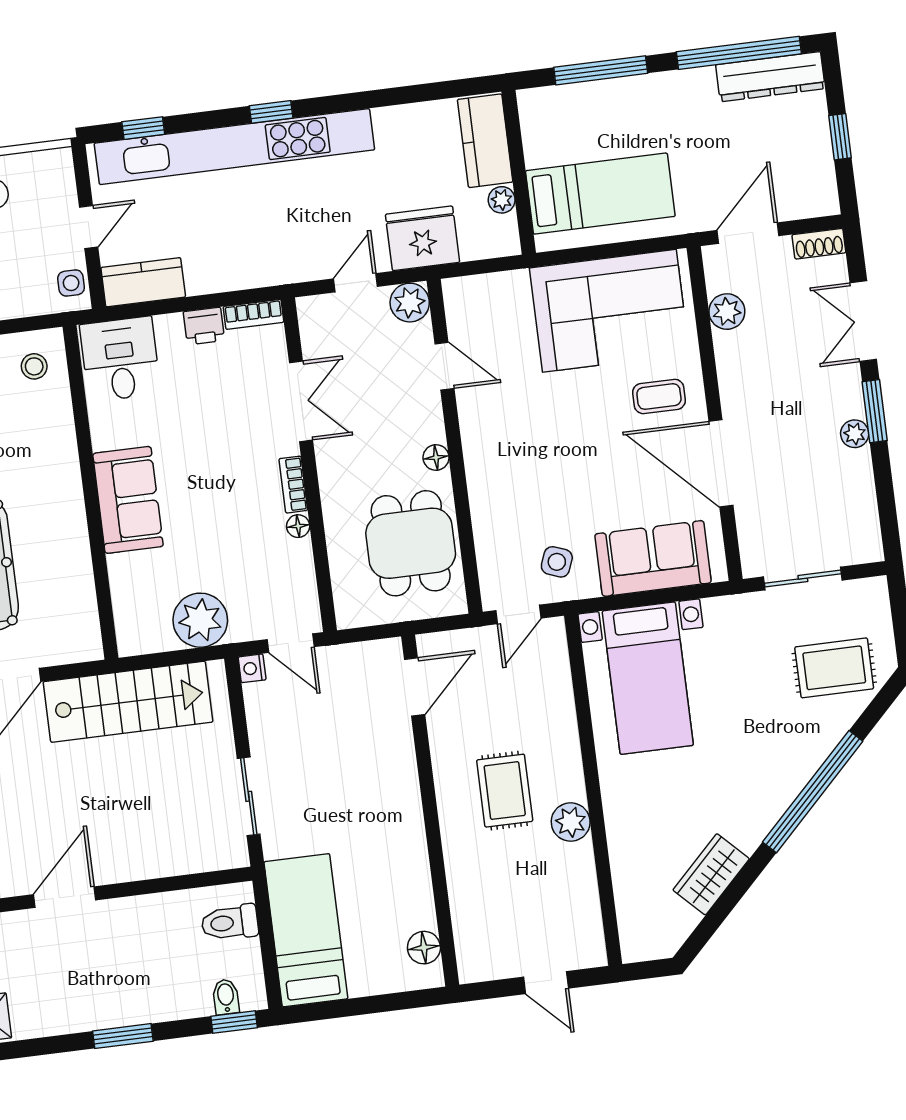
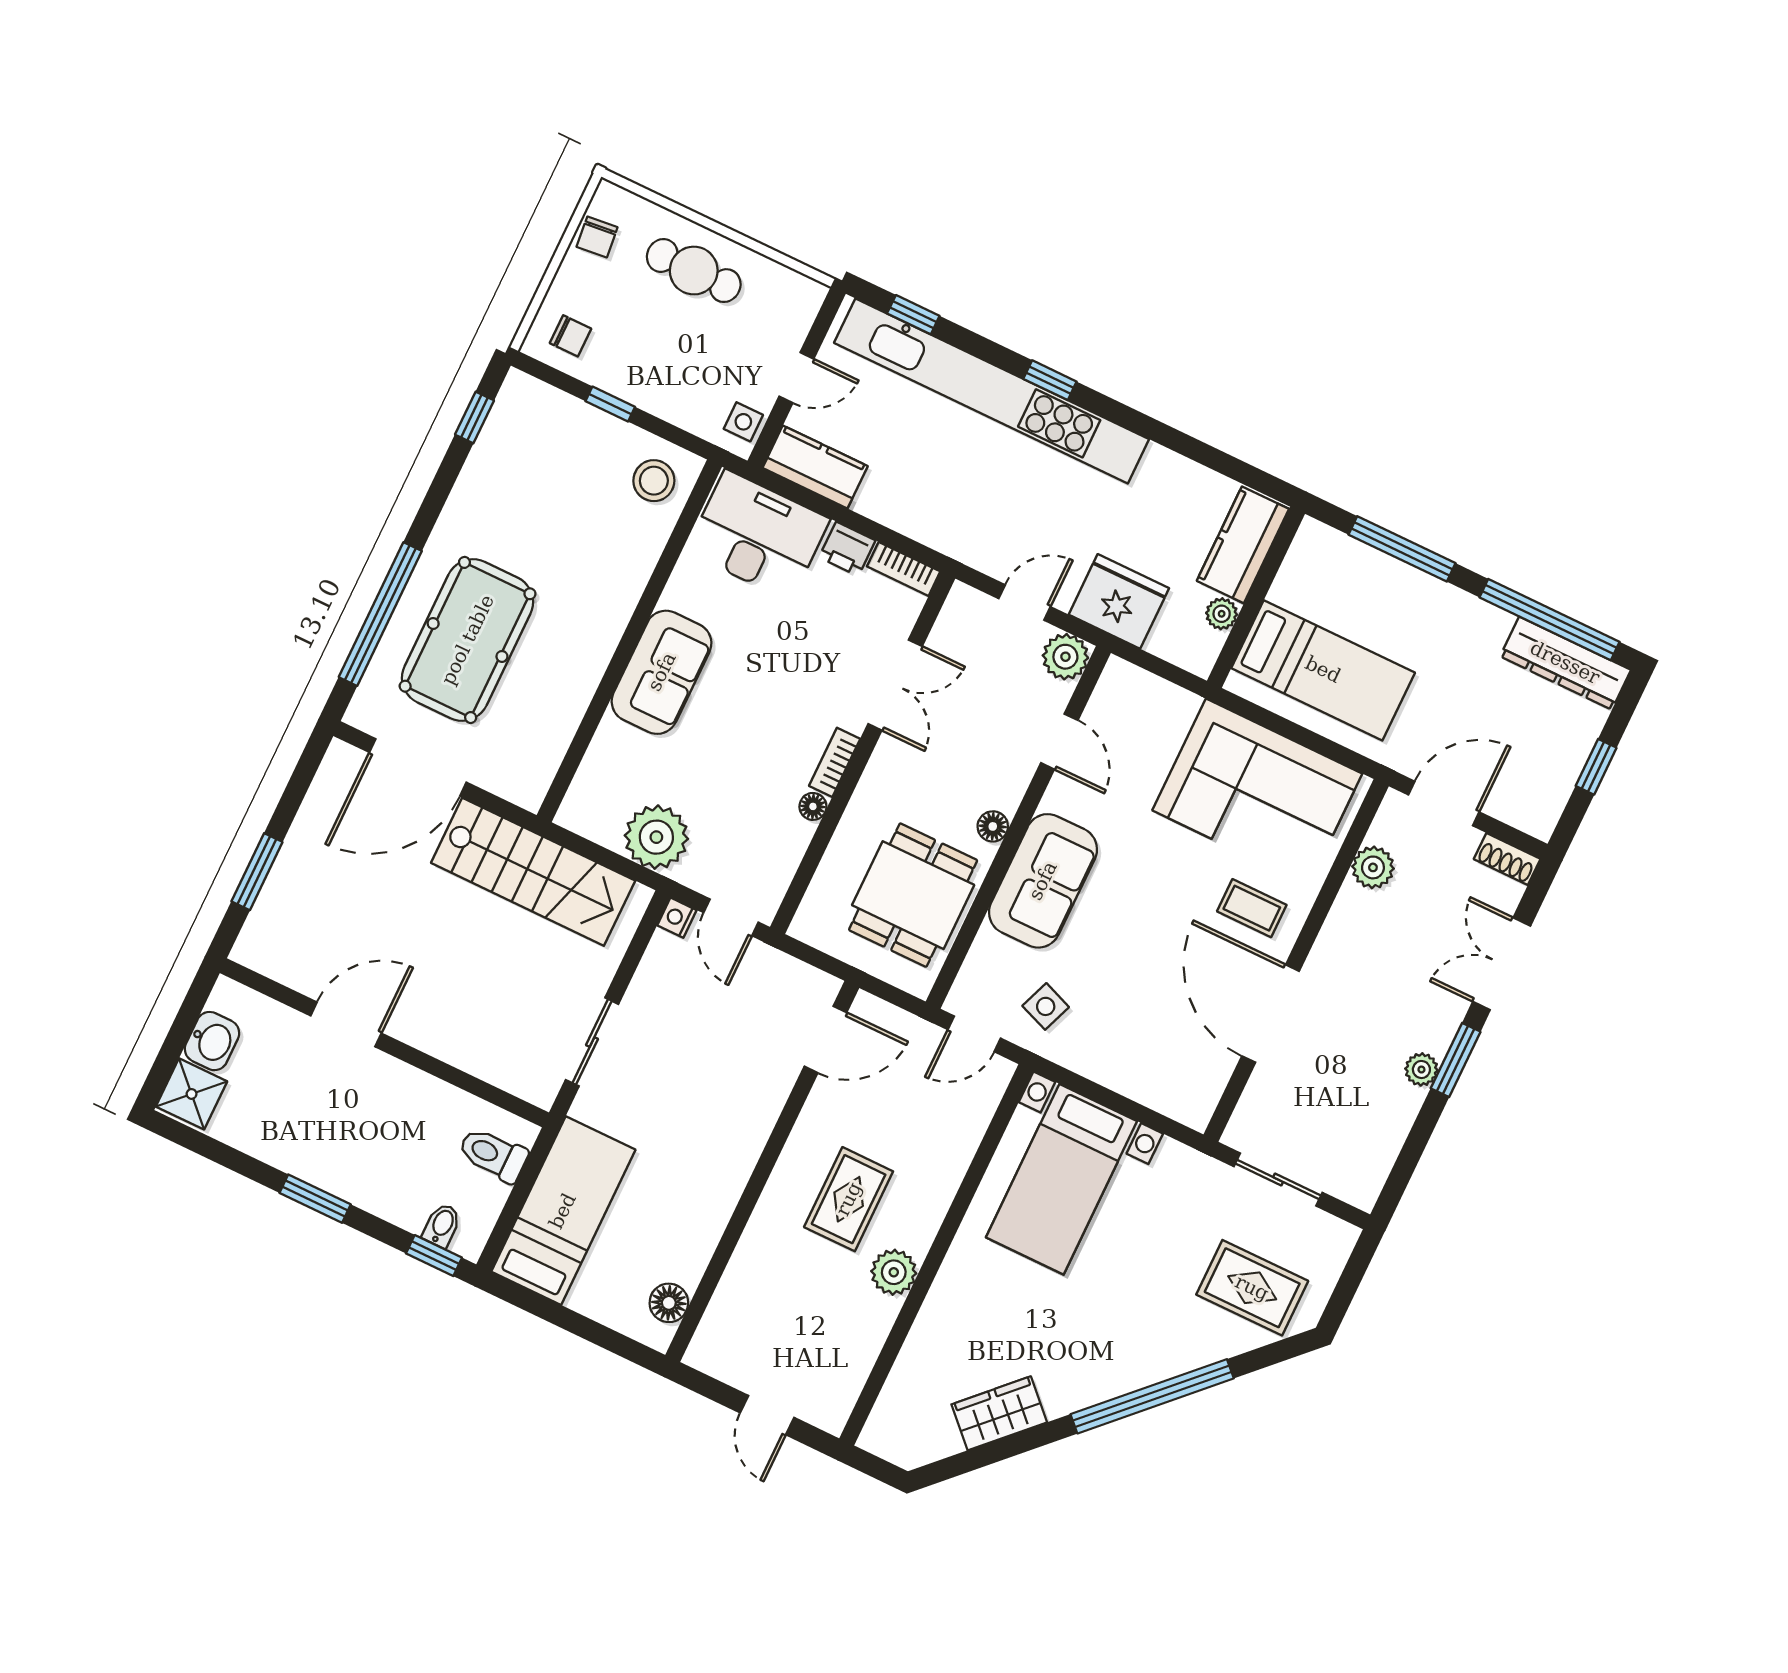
desk: (120, 359) -> (758, 535), width x1.37
stool: (34, 366) -> (654, 481), width x1.37, depth x1.37
sofa: (653, 558) -> (1043, 881), moved, turned 90

